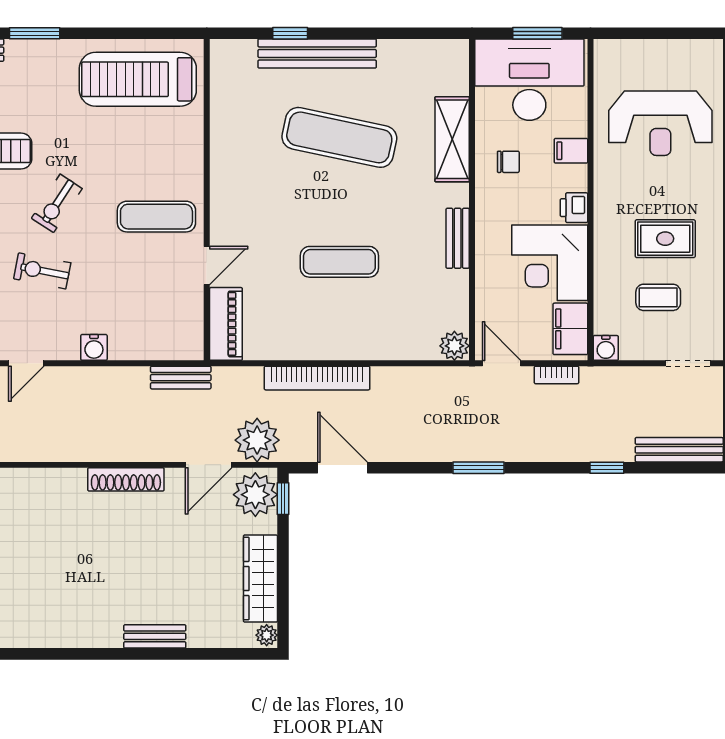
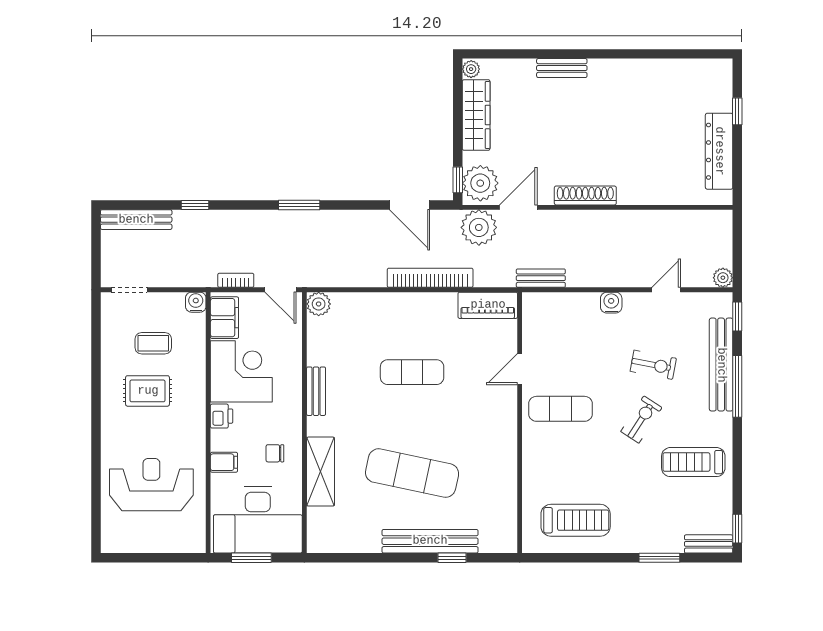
treadmill: (138, 79) -> (576, 520), width x0.73, depth x0.73
piano: (226, 324) -> (488, 305), moved, turned -90

